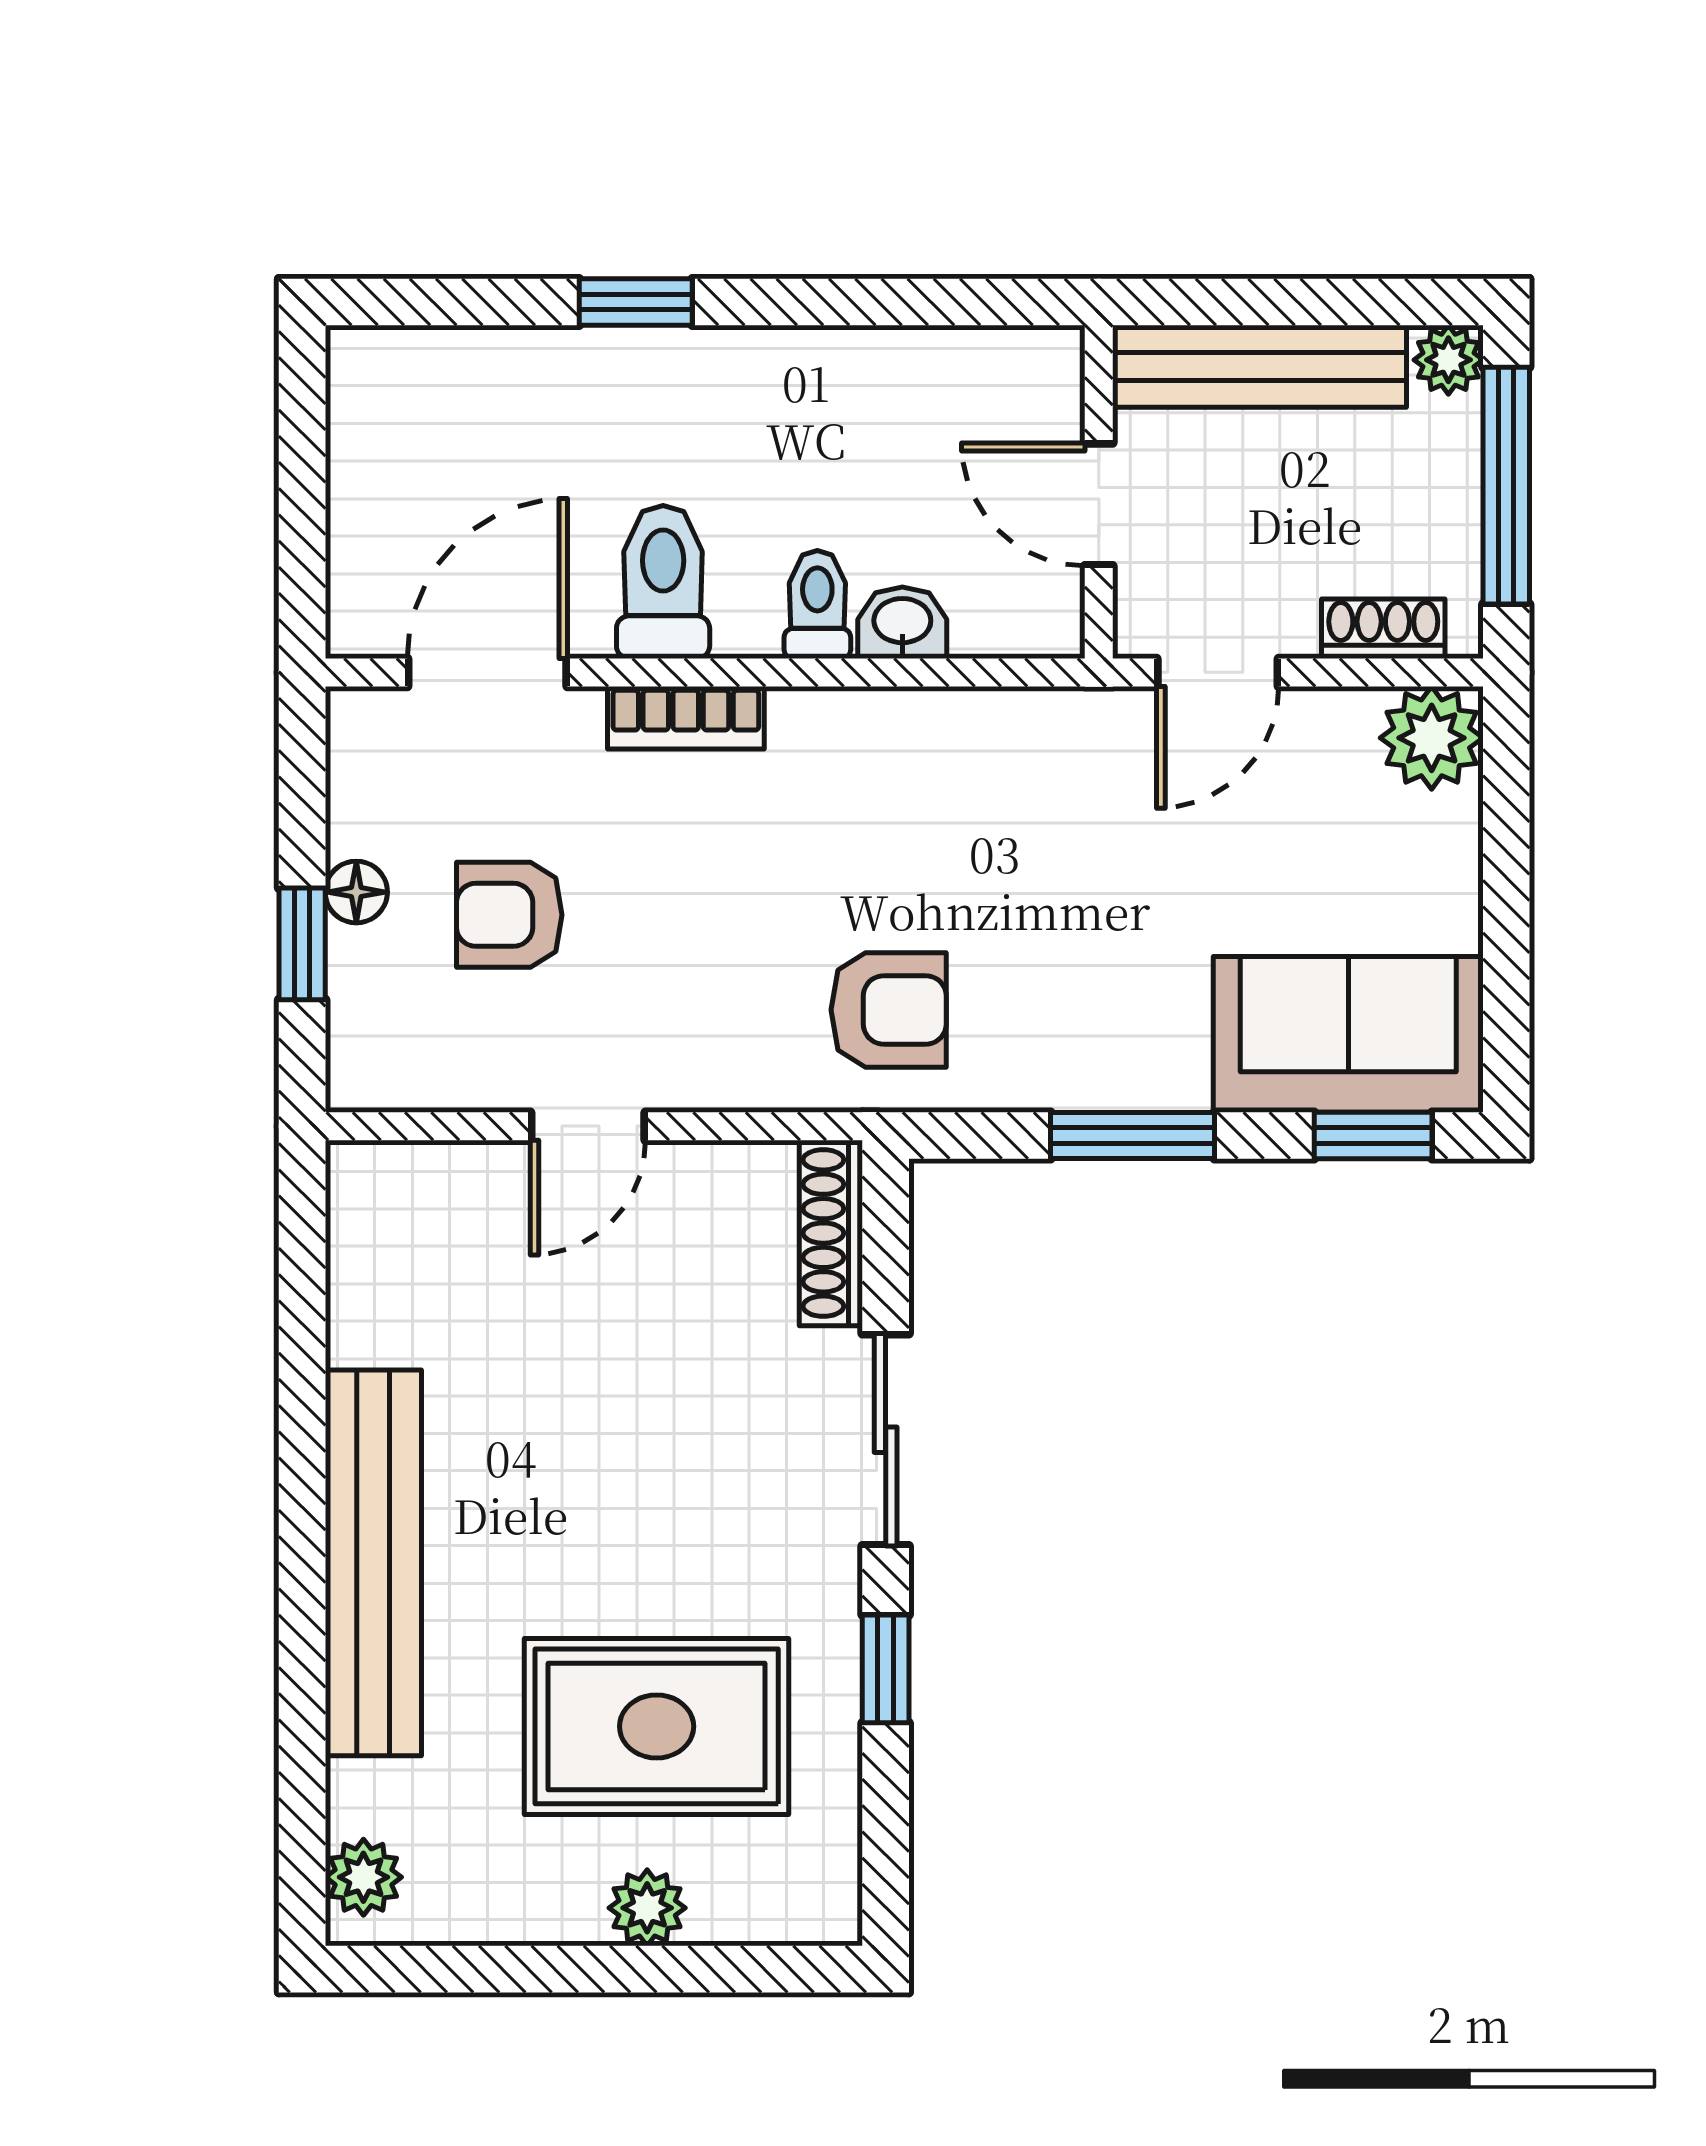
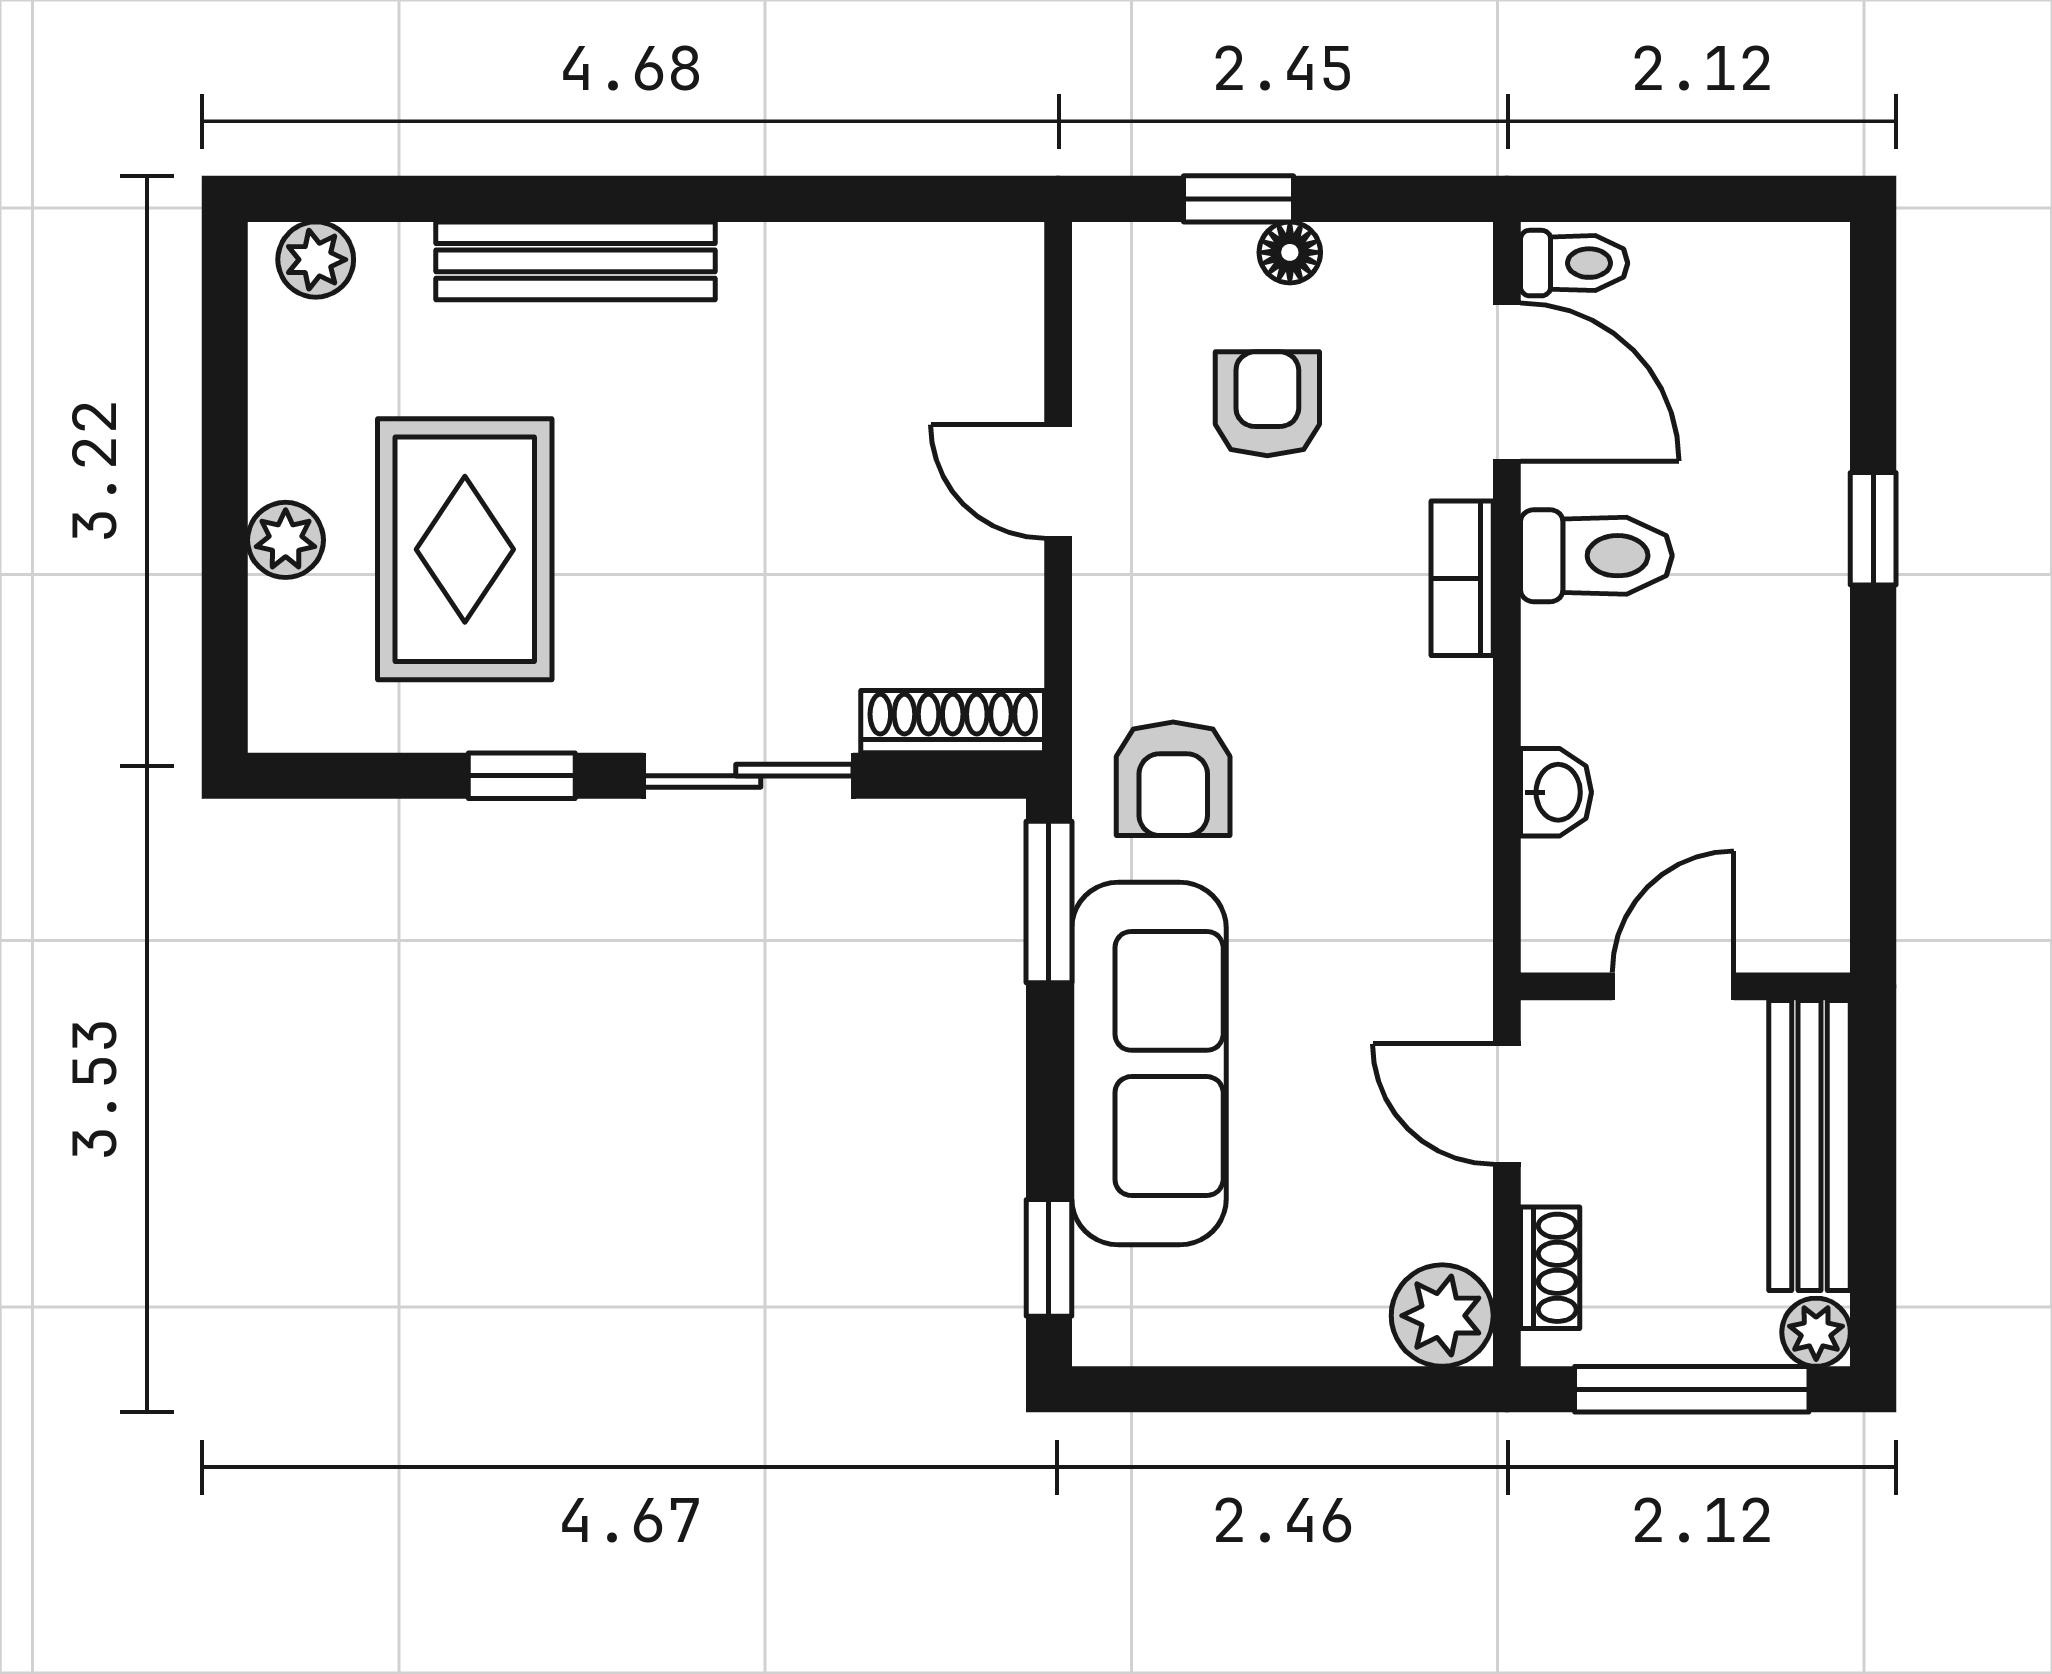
toilet: (817, 605) -> (1574, 263), moved
sofa: (1348, 1034) -> (1149, 1063), moved, width x1.36
window: (1133, 1136) -> (1049, 902), moved
bench: (373, 1563) -> (575, 261), width x0.73, depth x0.82

